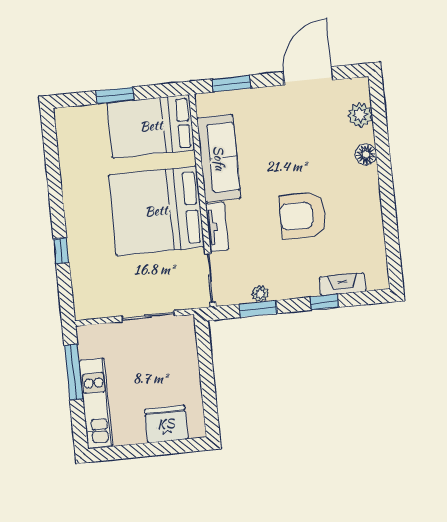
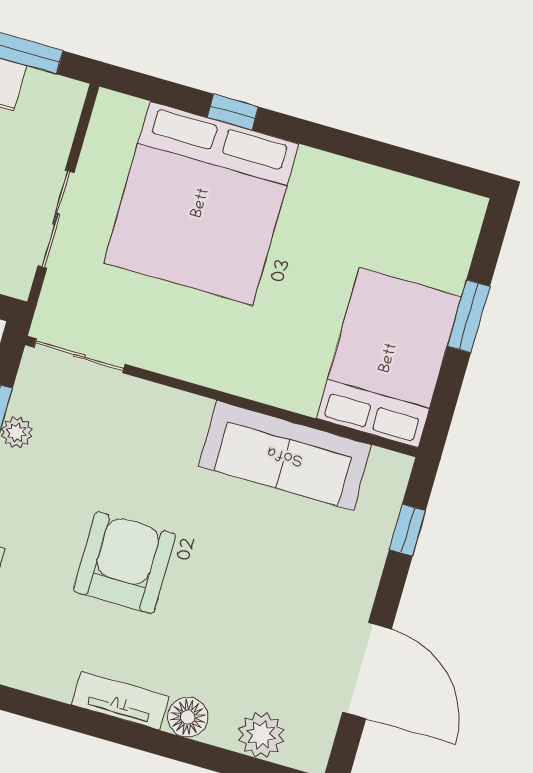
window: (231, 84) -> (407, 530), width x0.67
bed: (156, 211) -> (201, 203), moved, turned 180
tv unit: (217, 227) -> (121, 701), moved, turned 180

